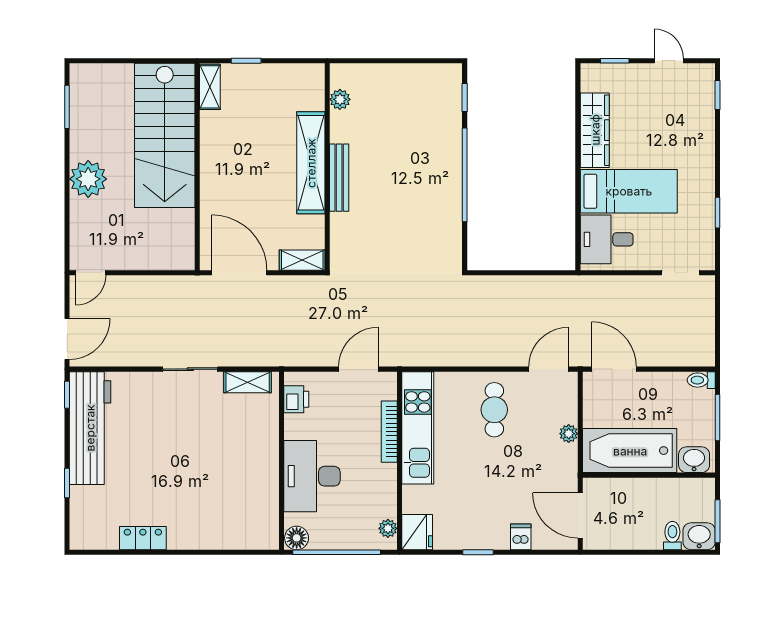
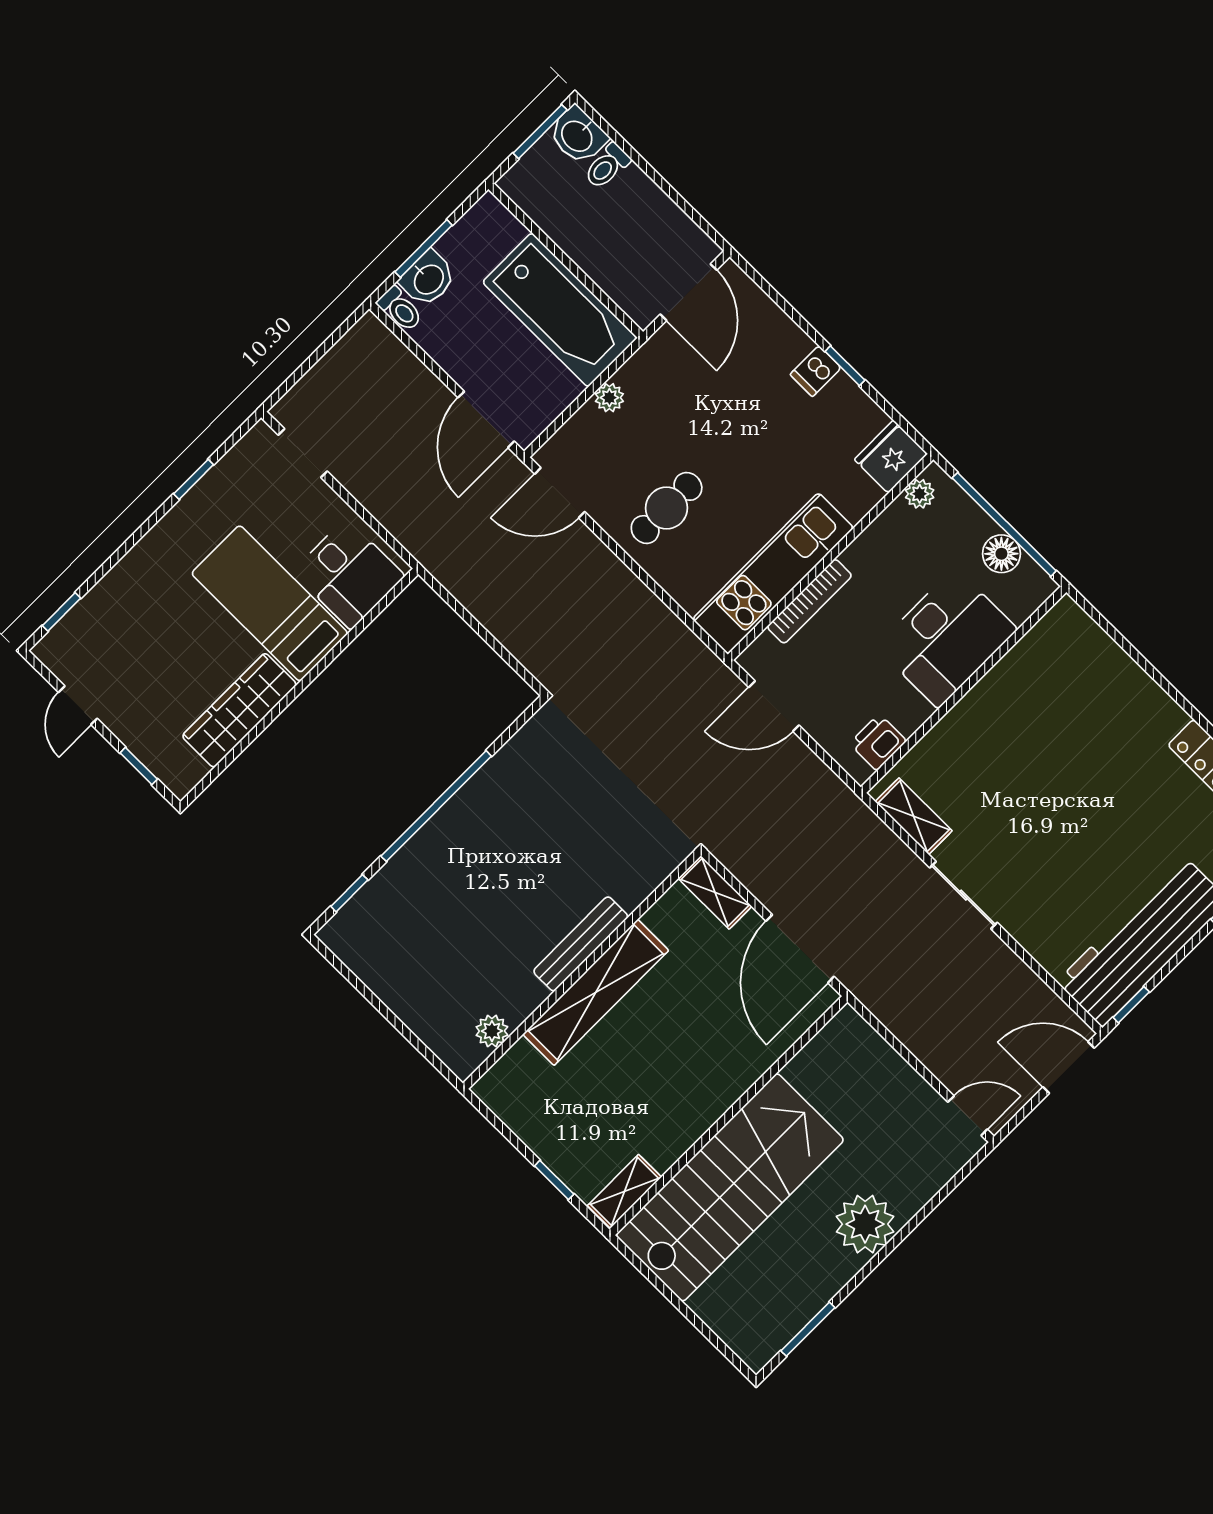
washbasin: (694, 460) -> (428, 279), moved, turned -90
dishwasher: (521, 537) -> (816, 371), moved
floor lamp: (297, 538) -> (1001, 554), moved

